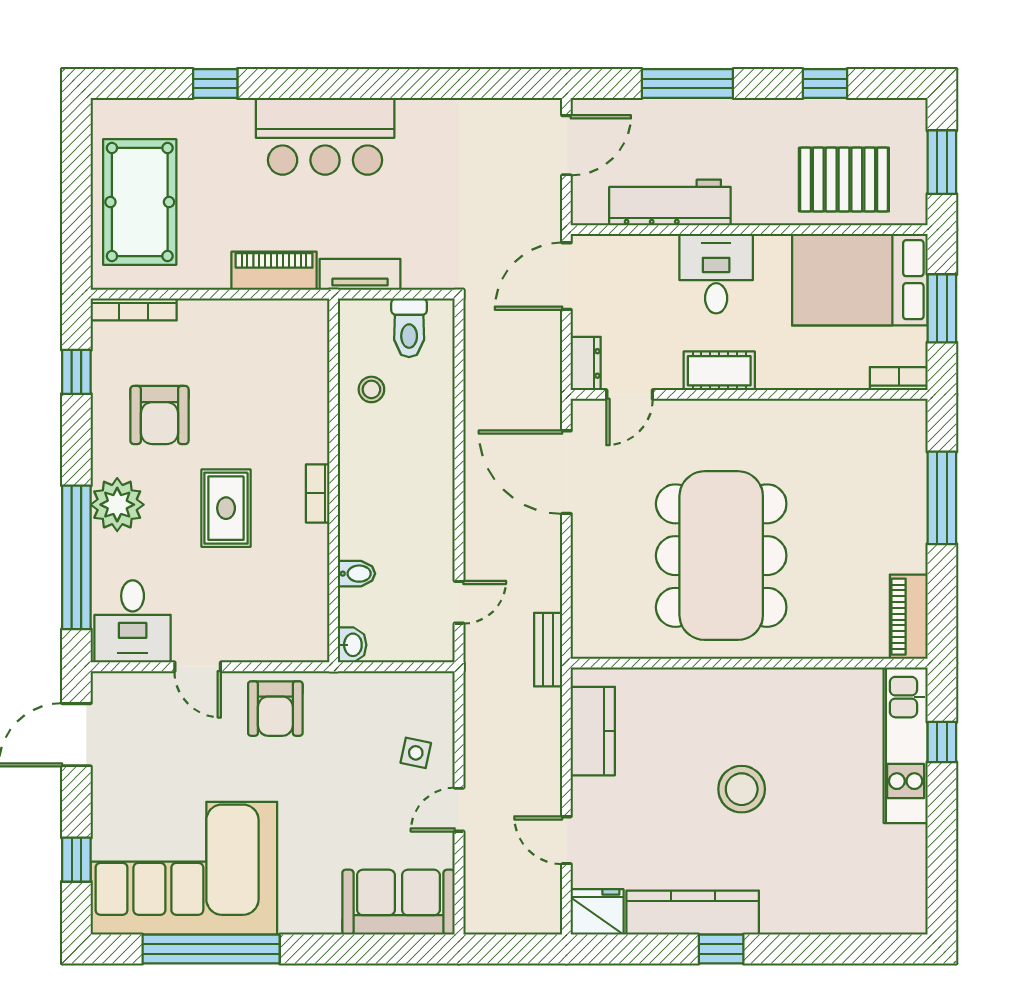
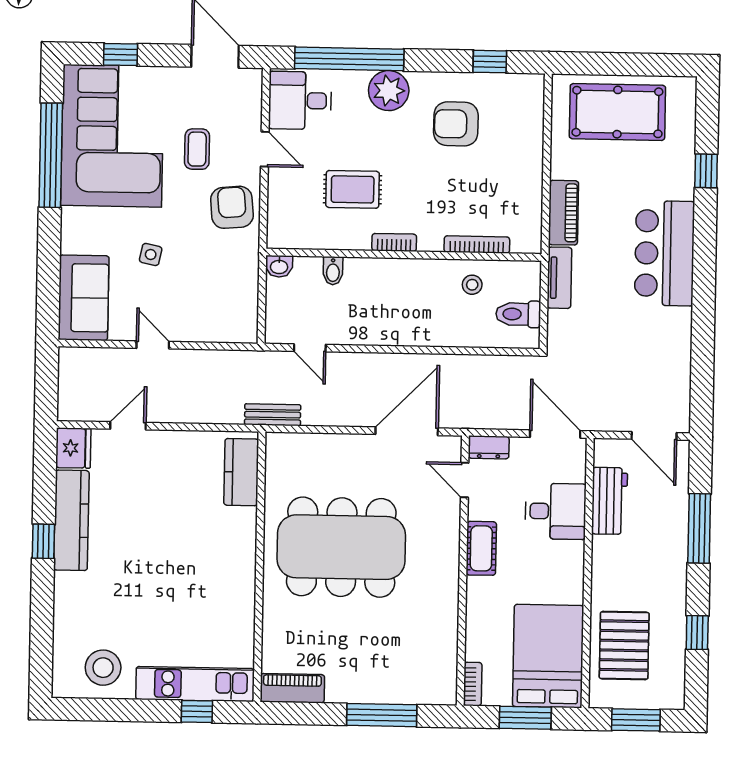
workbench: (670, 203) -> (610, 501), width x0.73
desk: (716, 274) -> (555, 511), moved
bookcase: (134, 309) -> (477, 245), moved, turned 90
rug: (226, 508) -> (353, 189), moved
door: (198, 667) -> (265, 149), swing flipped
armchair: (275, 709) -> (232, 207), turned 85
kitchen counter: (593, 731) -> (241, 472), moved, turned 90
side table: (416, 753) -> (151, 254), moved
coffee table: (199, 756) -> (197, 149), added
stool: (742, 789) -> (103, 668), moved

